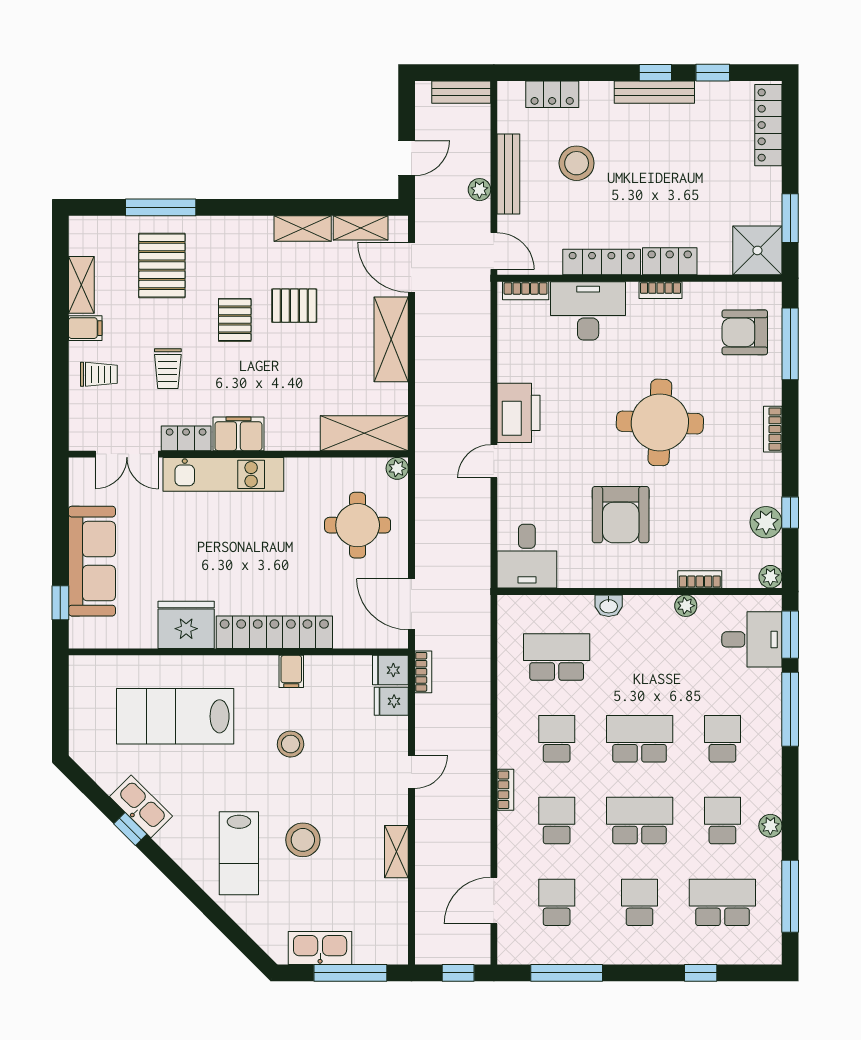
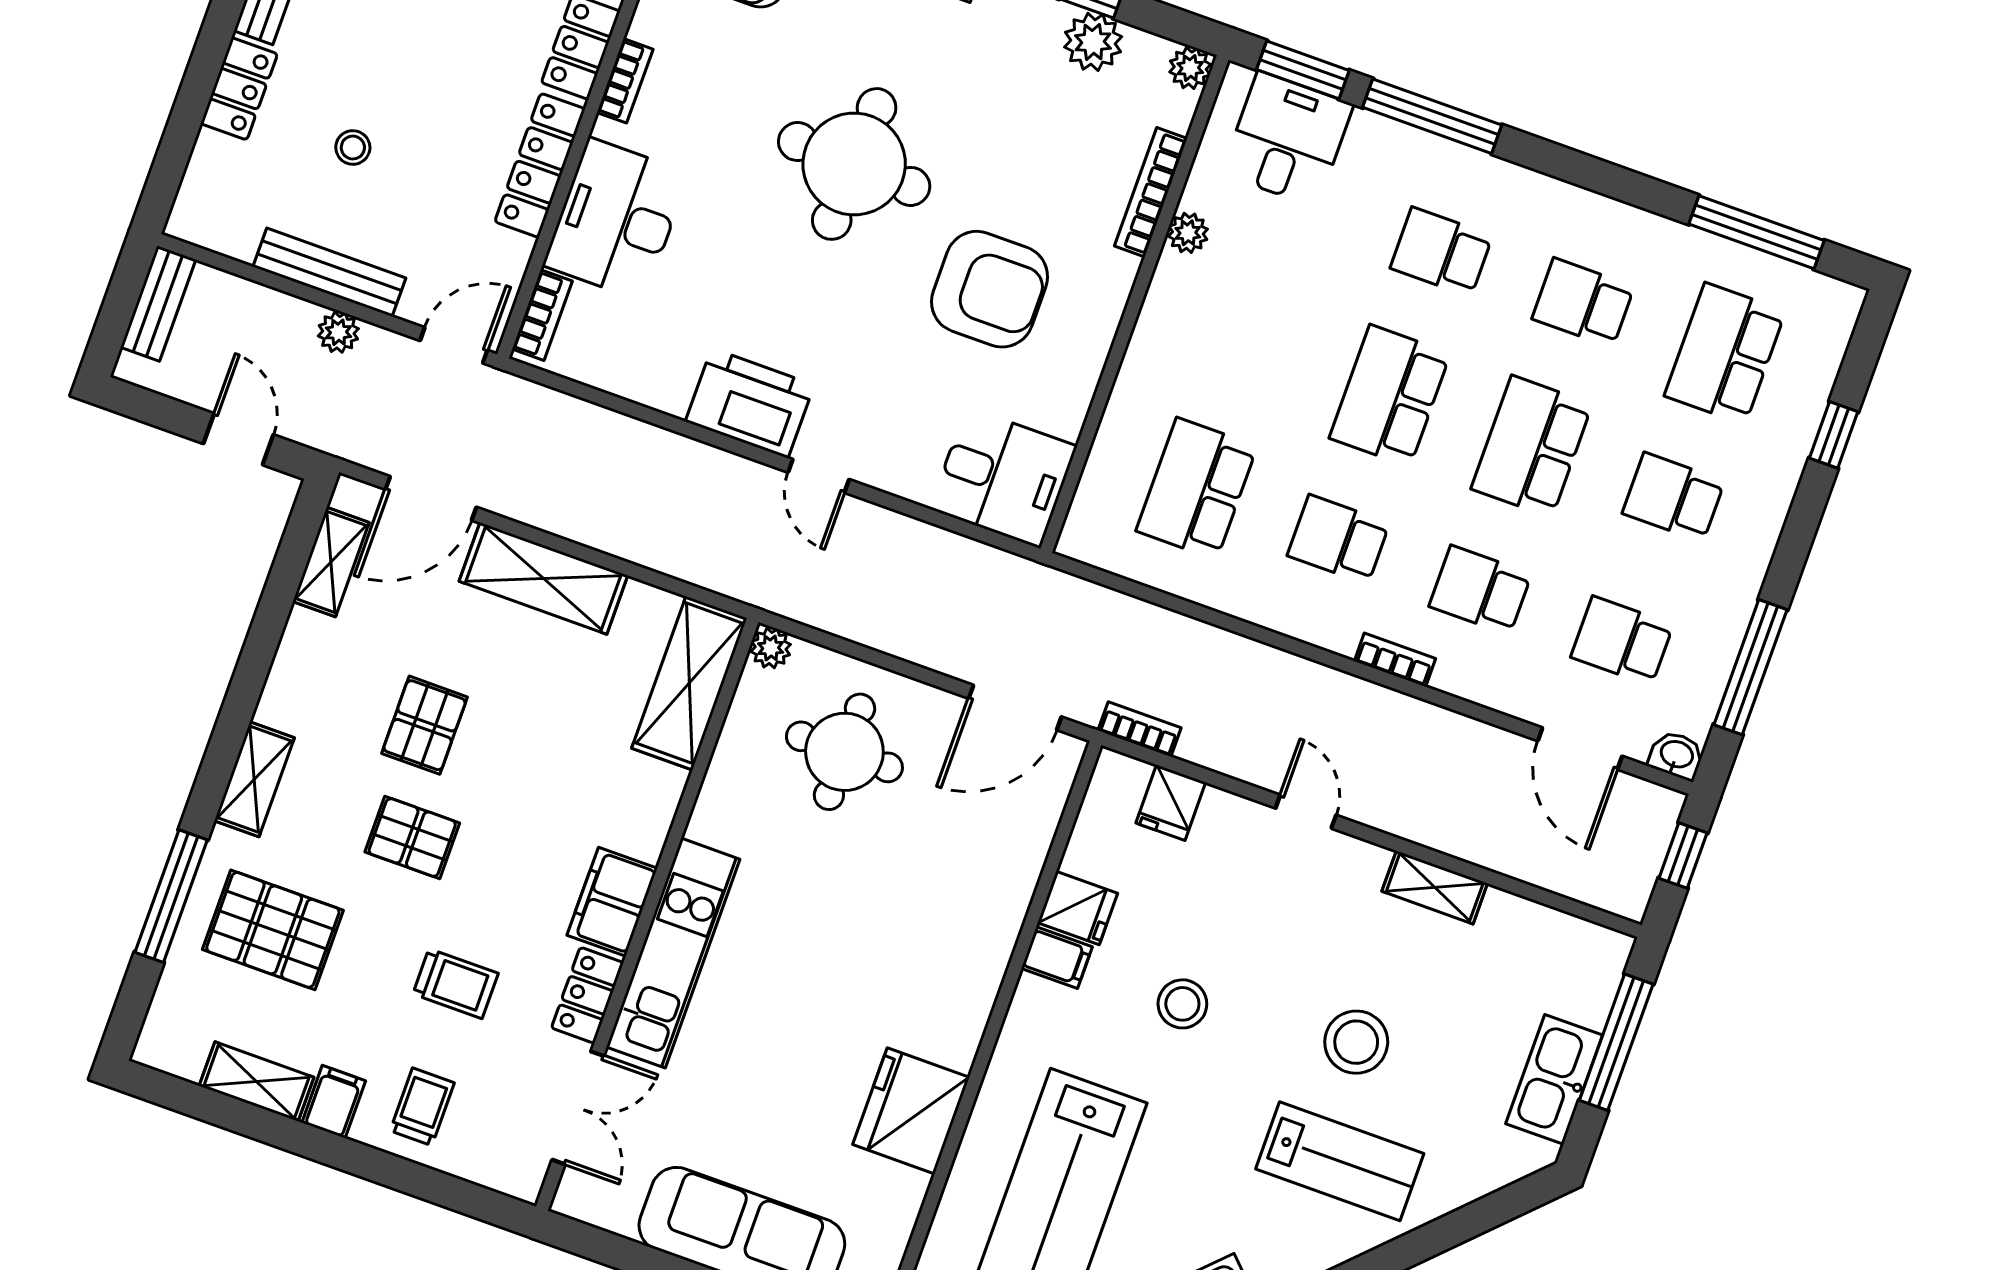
locker: (552, 94) -> (239, 89), moved
stool: (577, 163) -> (353, 147), width x0.53, depth x0.53
shelving: (303, 228) -> (254, 779), moved
bookcase: (700, 579) -> (1151, 192), width x1.56
washbasin: (609, 606) -> (1676, 755), moved, turned -90
locker: (274, 632) -> (978, 963), removed
fridge: (390, 670) -> (1078, 908), moved, turned -90
plant: (770, 826) -> (1622, 223), removed

